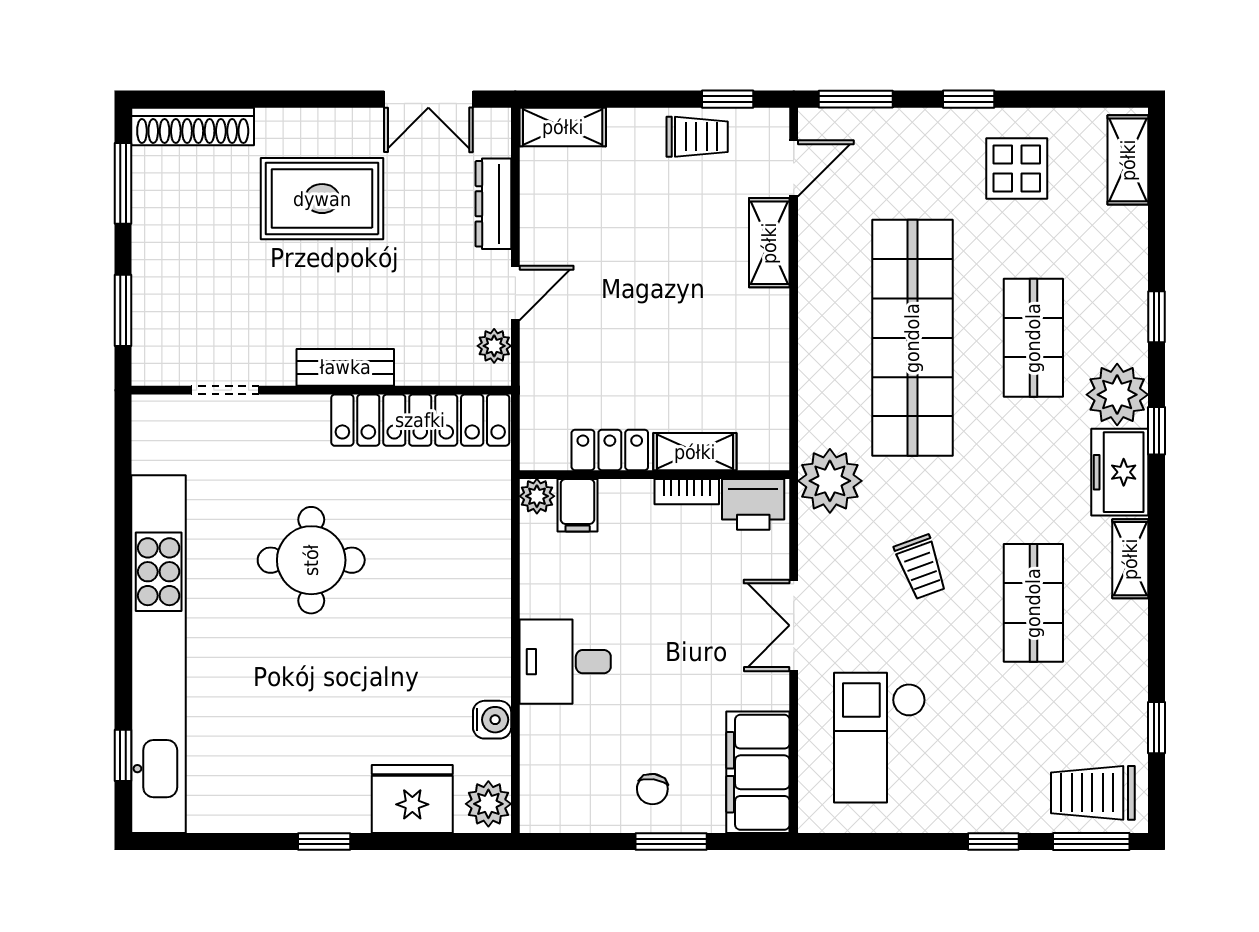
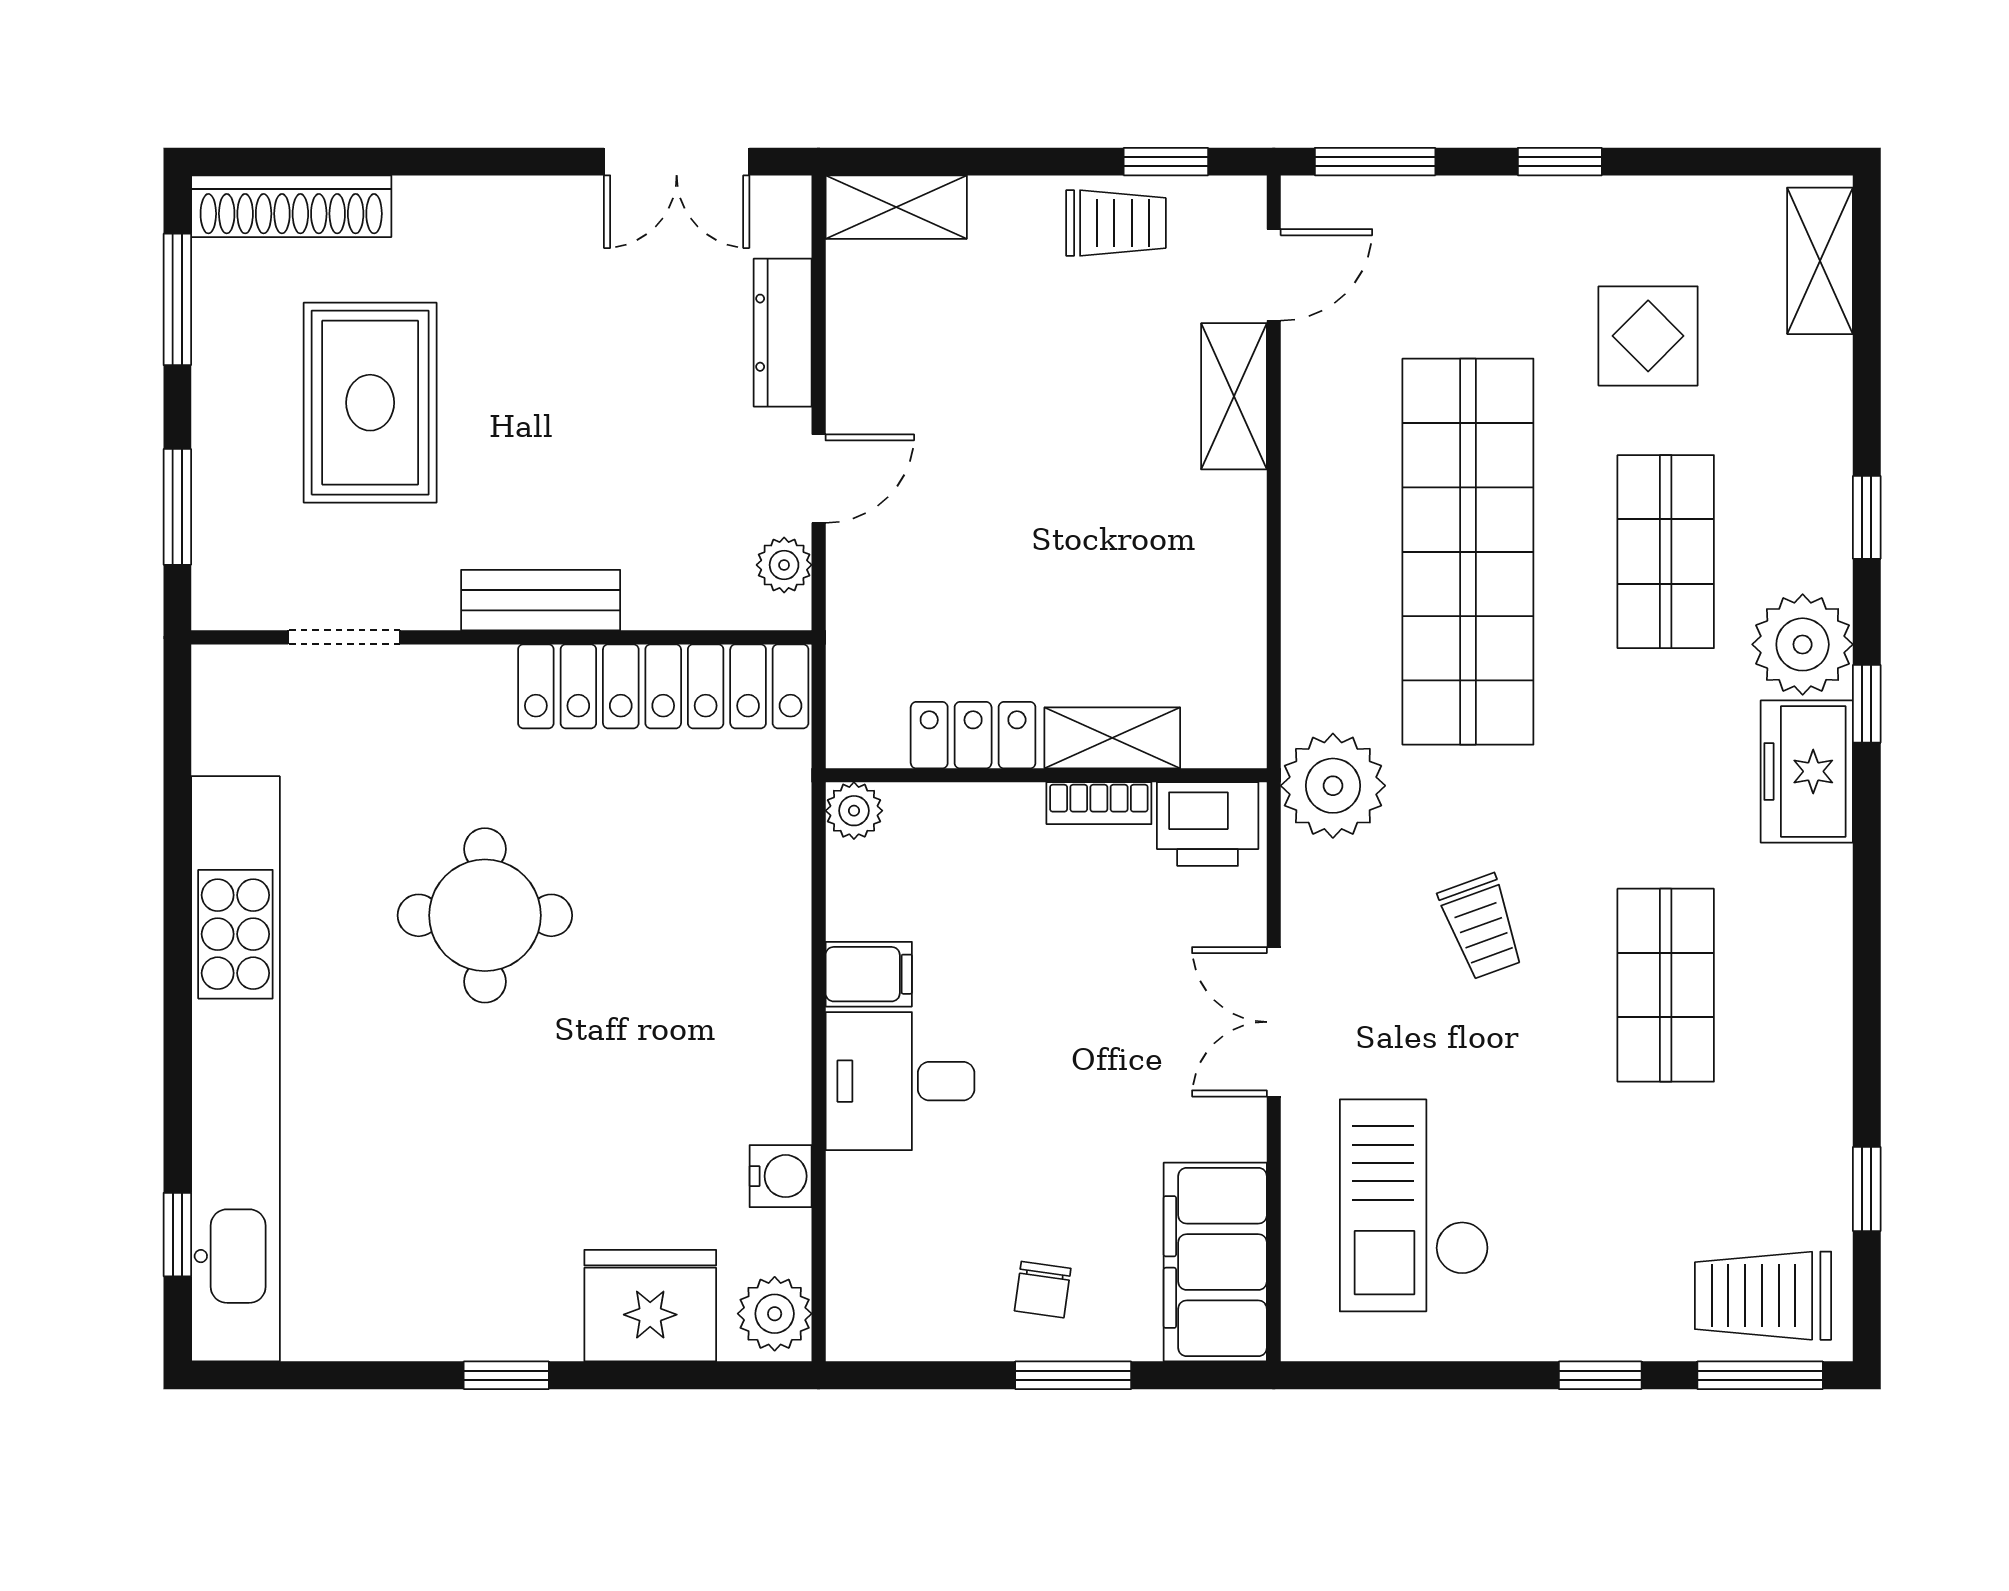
display table: (1017, 169) -> (1648, 336), moved
rug: (322, 199) -> (370, 403), moved, turned 90
filing cabinet: (578, 505) -> (869, 974), moved, turned -90
shelving: (1130, 559) -> (1824, 913), removed

